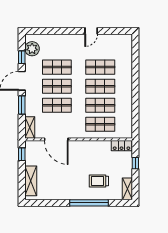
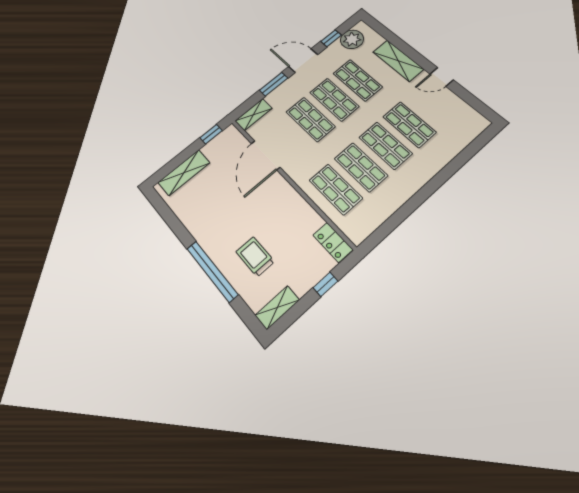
shelving: (64, 40) -> (398, 61), added

